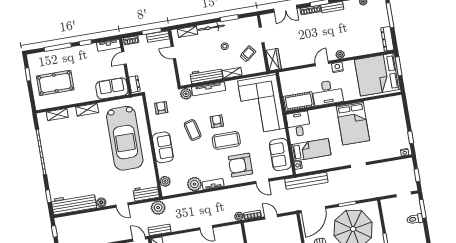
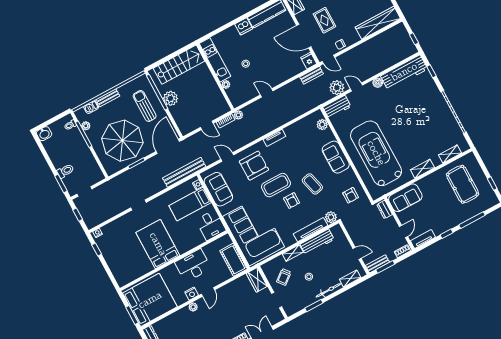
pool table: (55, 83) -> (463, 184), turned 90
cot: (299, 101) -> (233, 260), moved, turned 90
plant: (194, 184) -> (293, 132), removed
plant: (158, 208) -> (337, 88), moved

